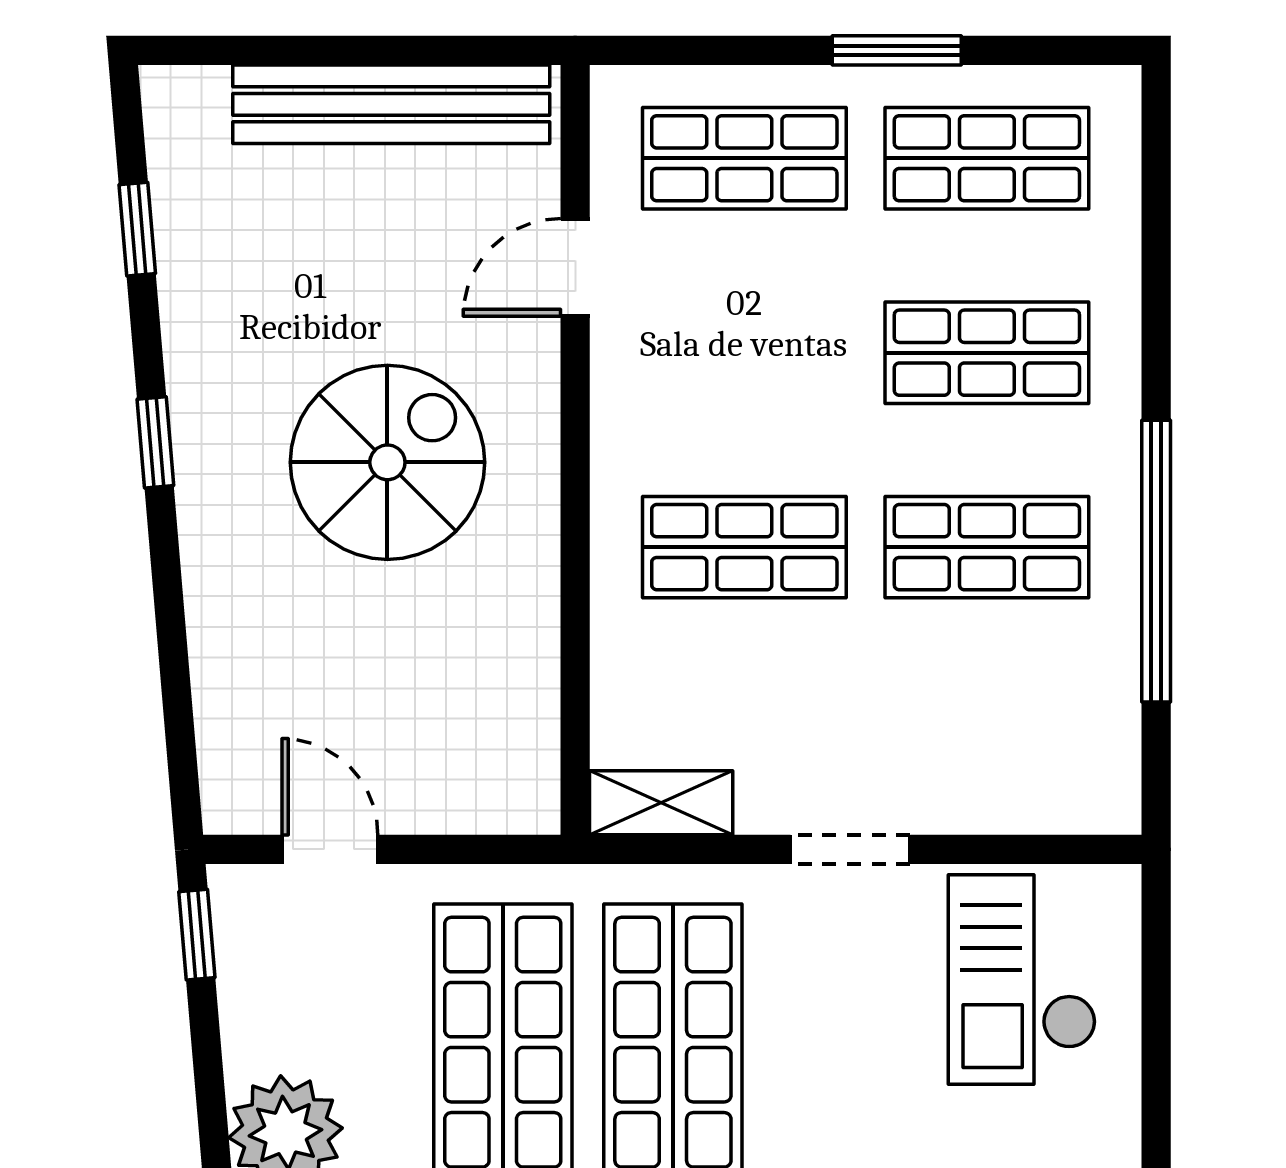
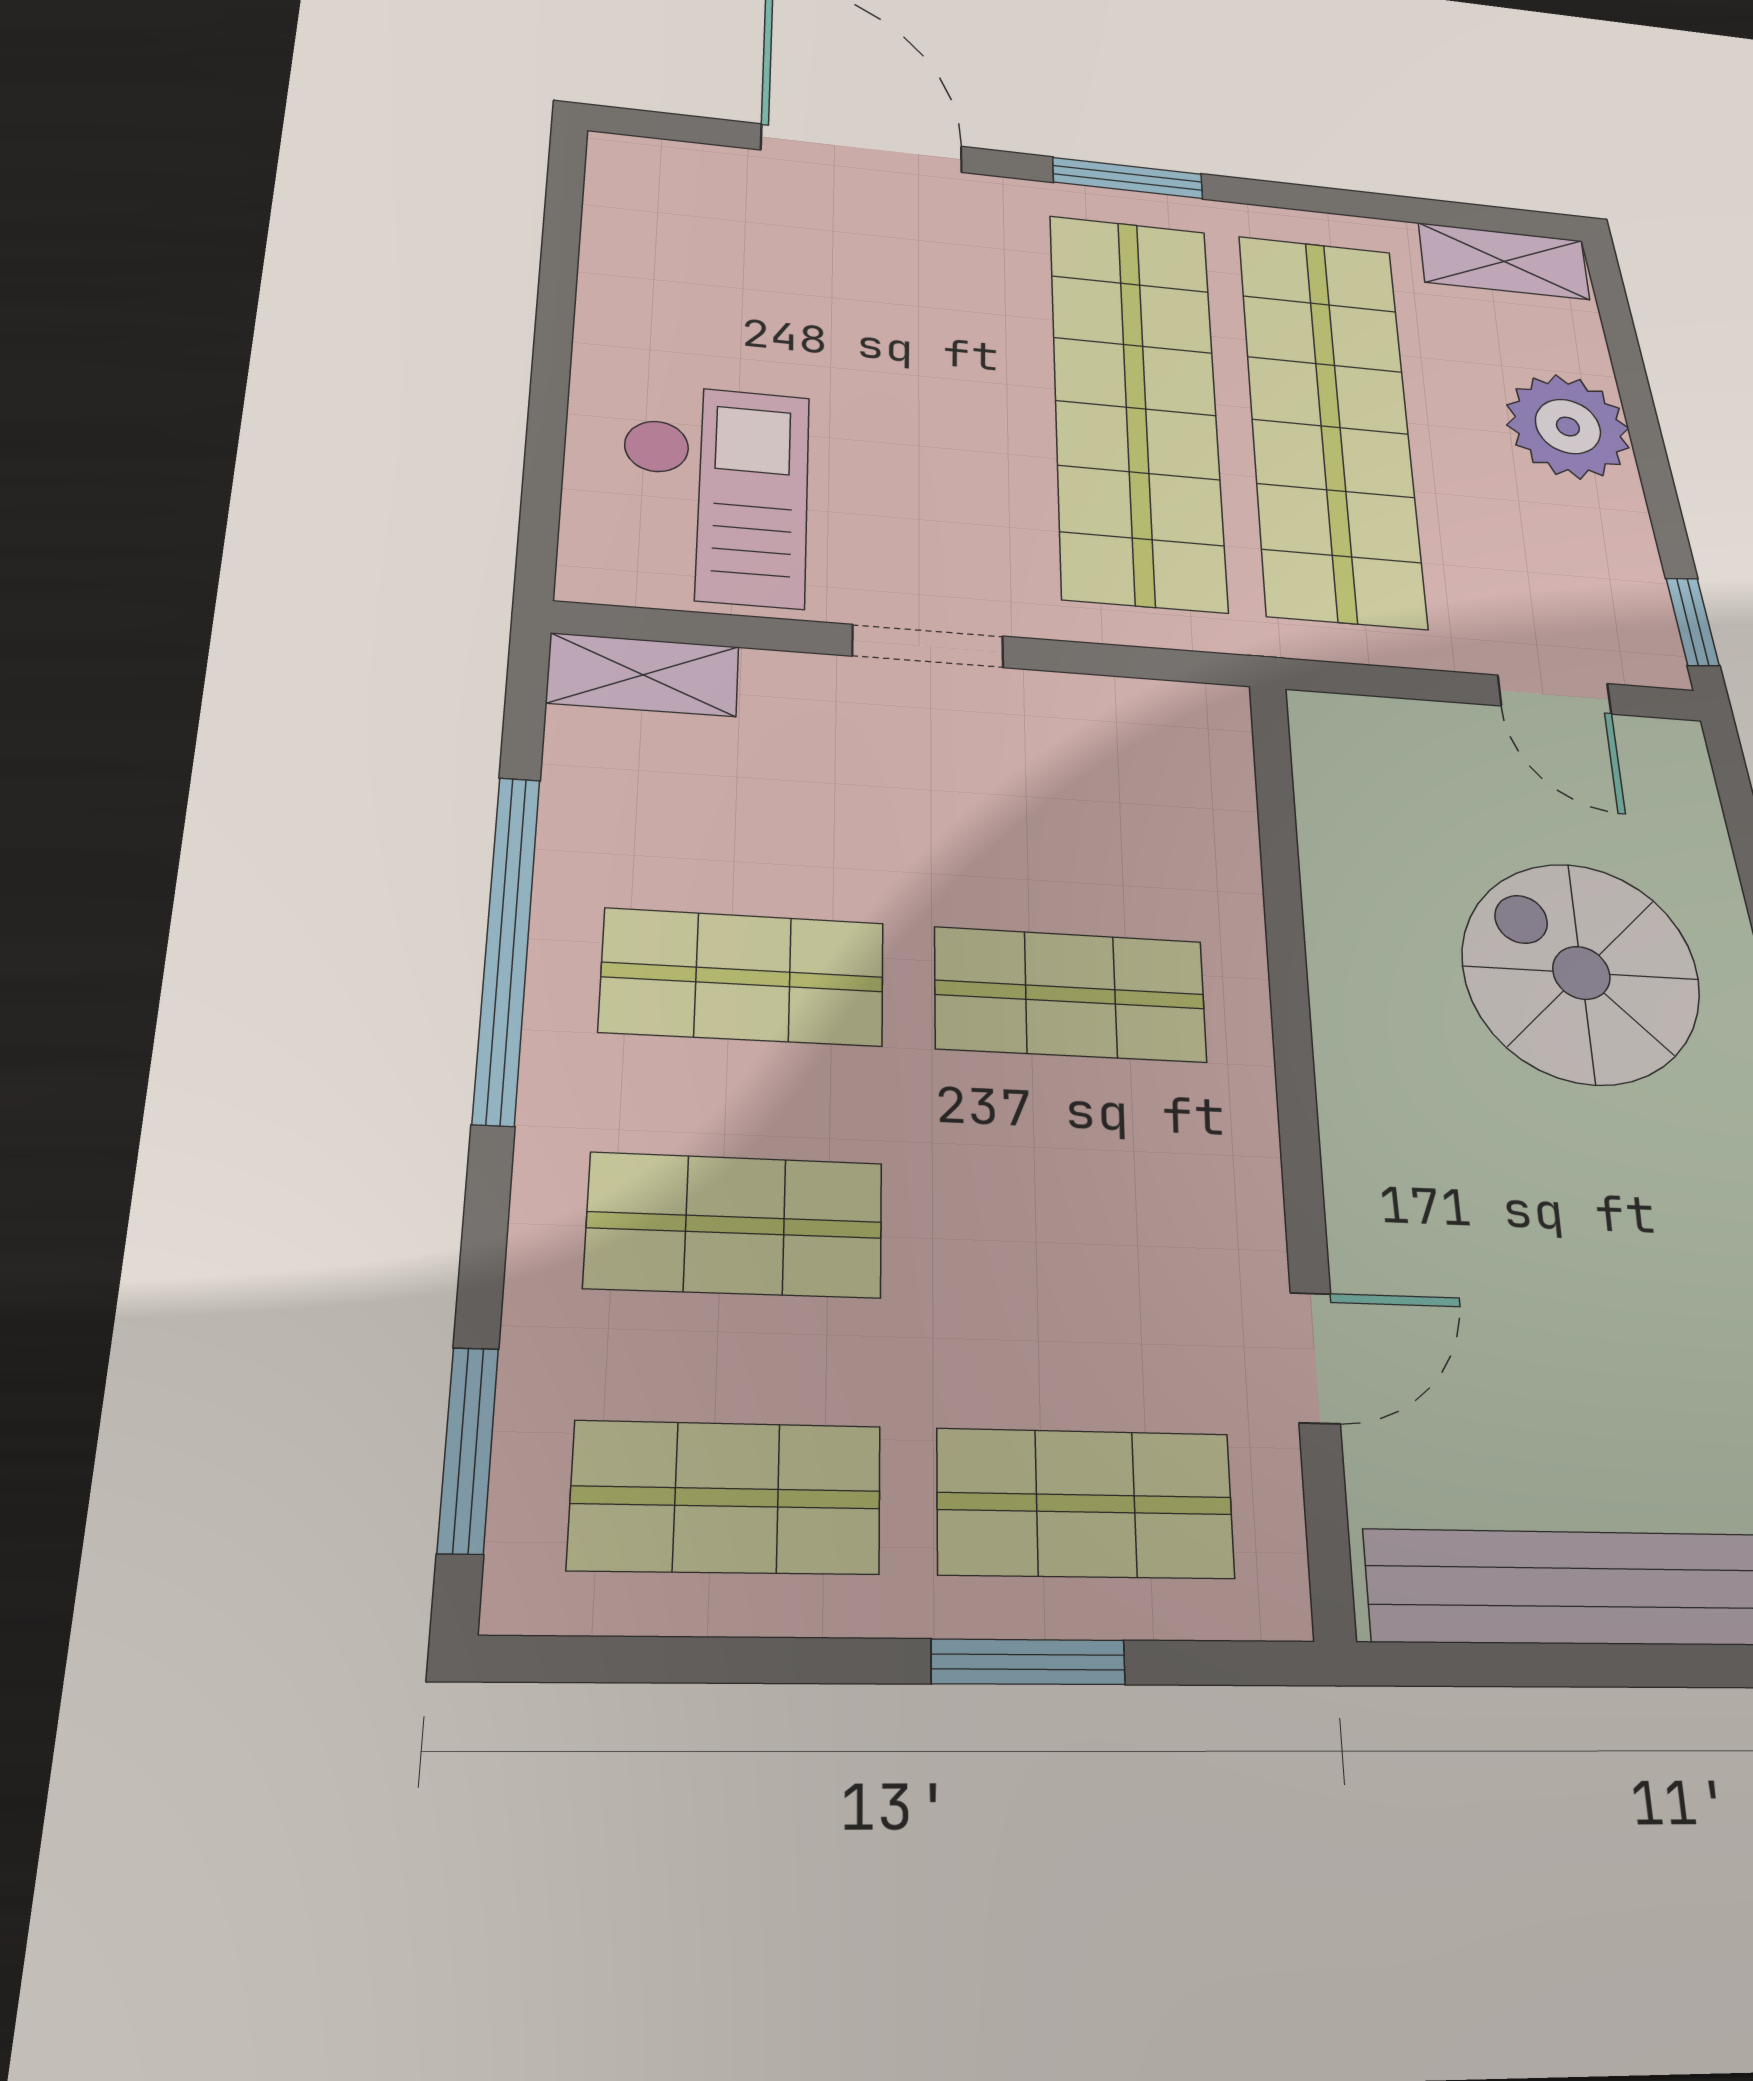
window: (897, 50) -> (1028, 1662), moved
window: (1156, 187) -> (468, 1450), added
spiral stairs: (387, 462) -> (1581, 973), moved, turned 90
shelving: (661, 803) -> (643, 675), moved

